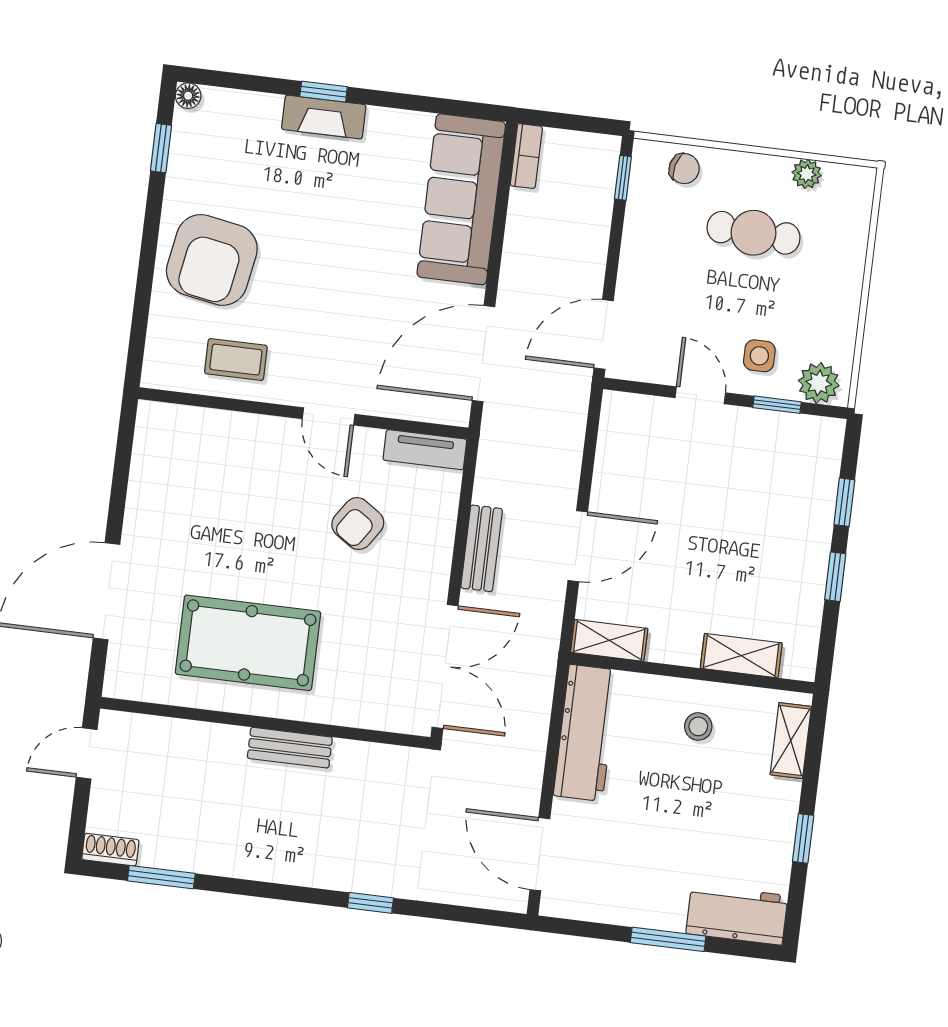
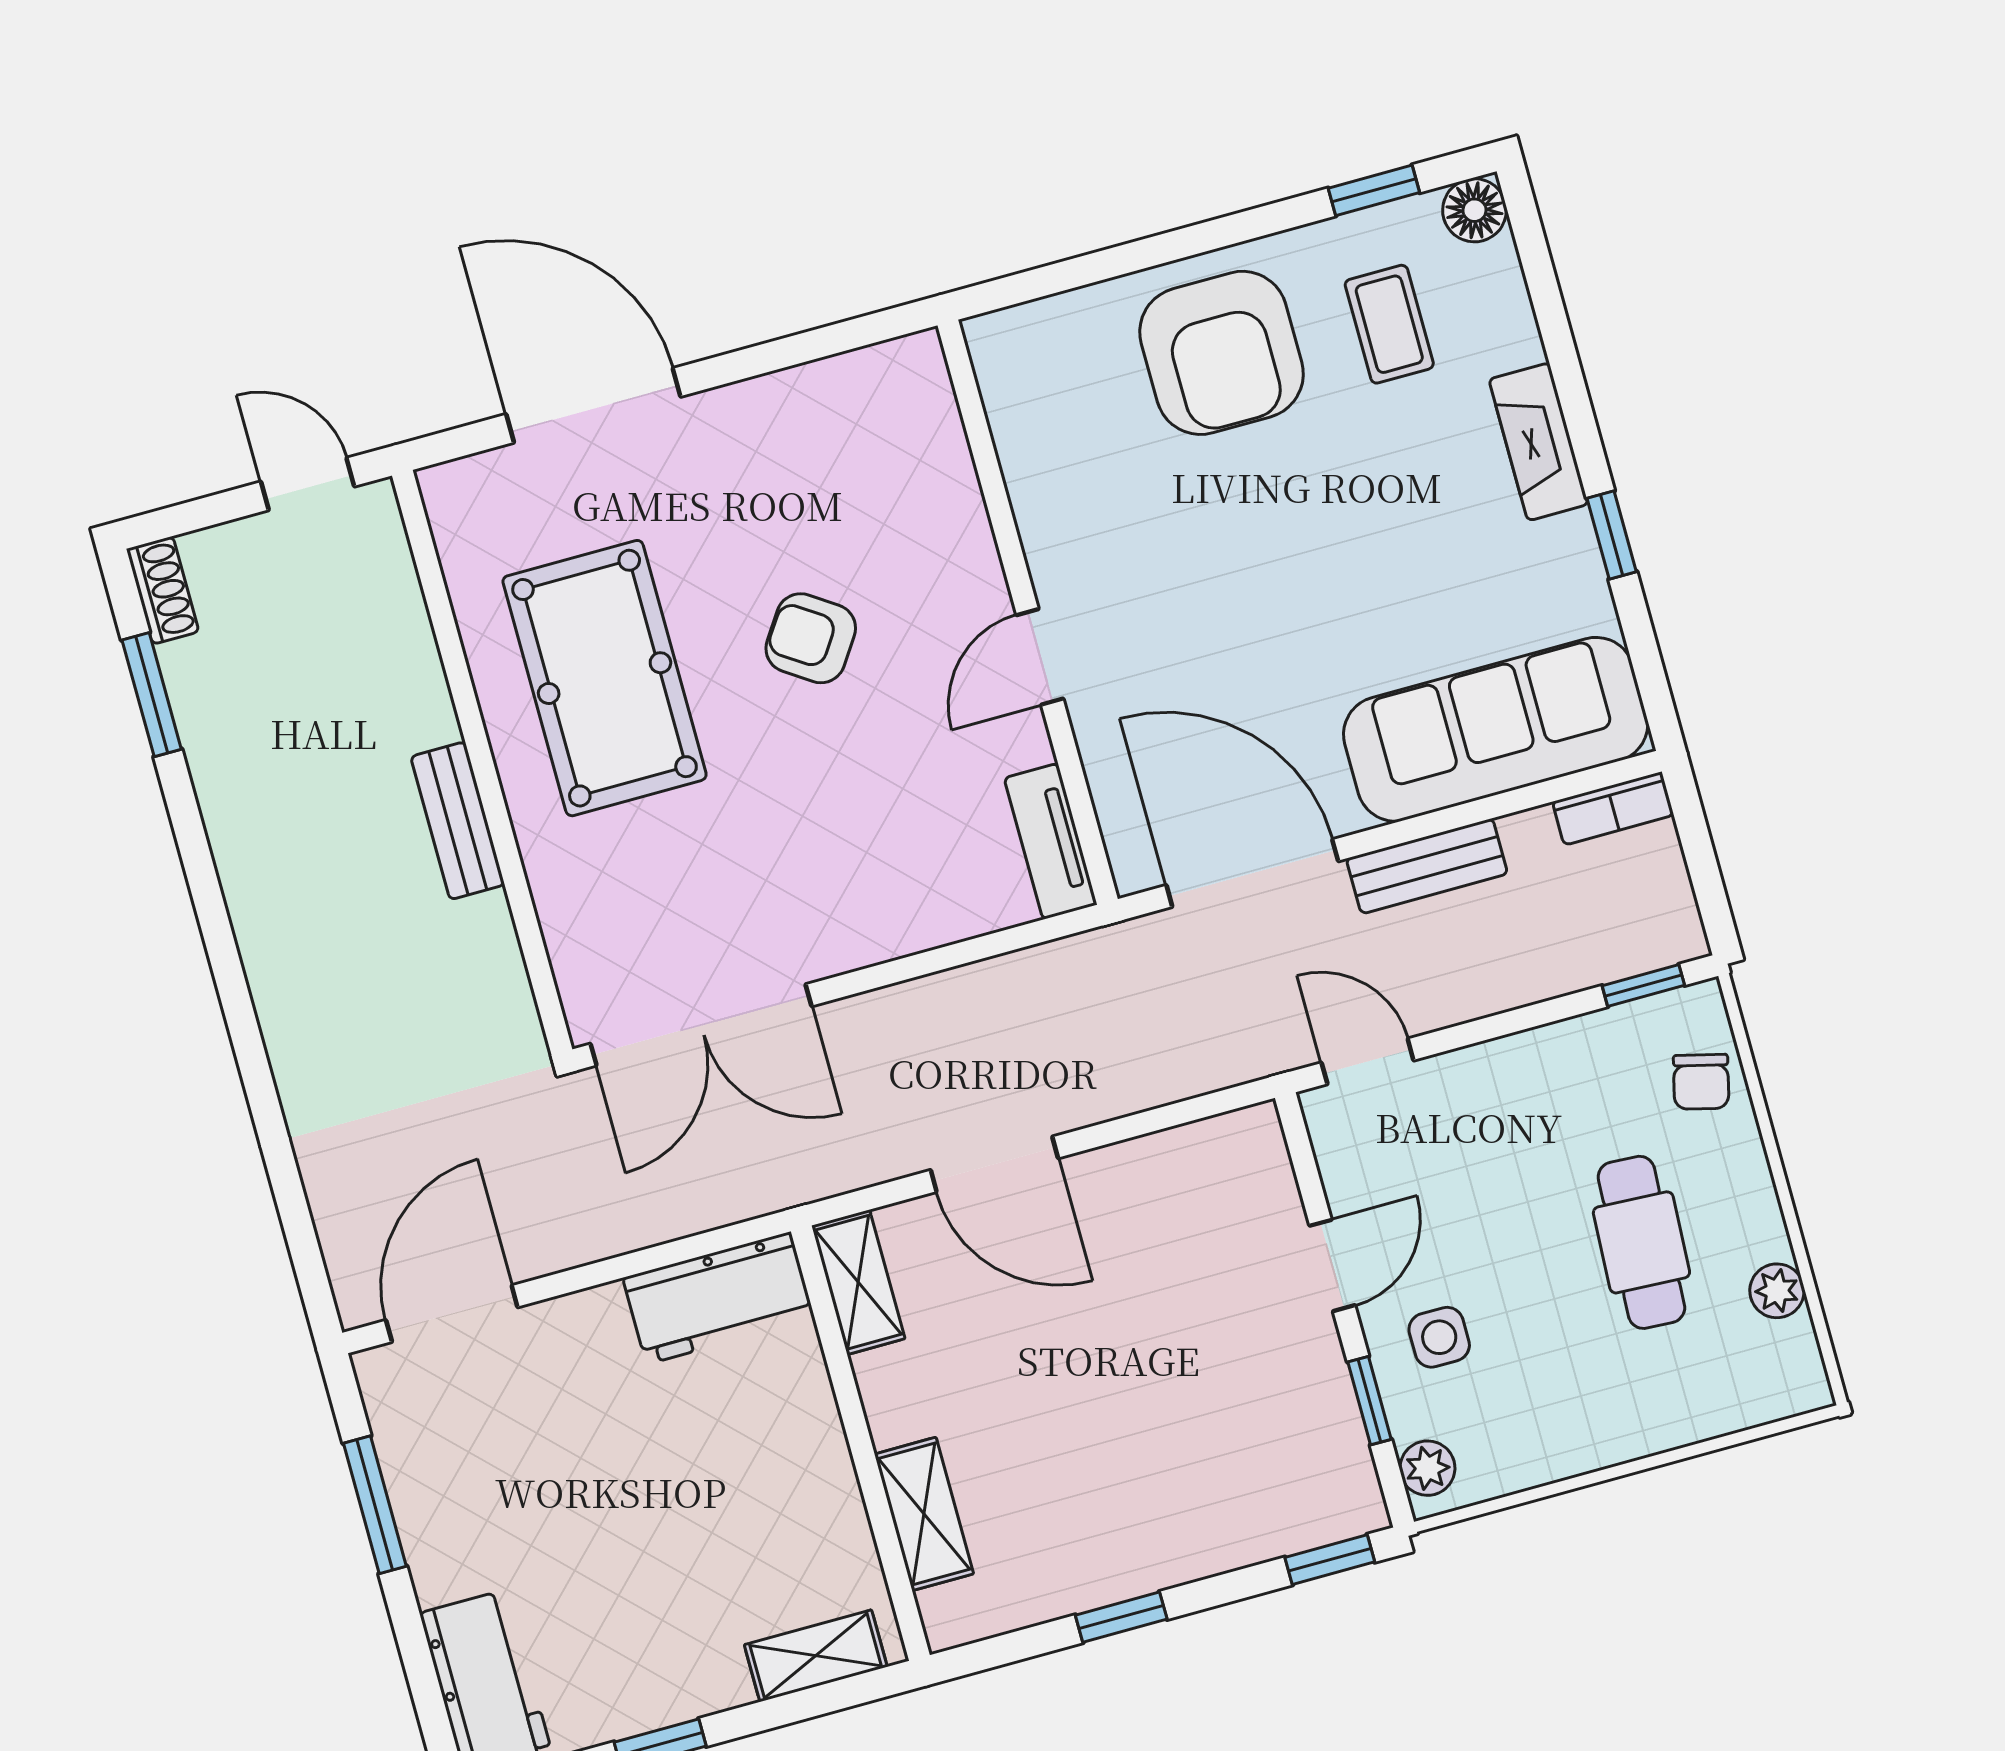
window: (324, 92) -> (1612, 535), moved
floor lamp: (188, 96) -> (1474, 210), width x1.37, depth x1.37
armchair: (212, 260) -> (1222, 353), turned -100
door: (604, 334) -> (1368, 1061), width x0.73
coffee table: (236, 360) -> (1389, 324), moved
plant: (819, 383) -> (1427, 1468), width x0.73, depth x0.73
window: (844, 502) -> (1330, 1560), moved
armchair: (358, 524) -> (811, 638), moved
bench: (482, 548) -> (1427, 866), moved
stool: (698, 726) -> (776, 1491), removed
workbench: (586, 733) -> (719, 1298), width x0.73
window: (370, 903) -> (253, 1063), removed
window: (668, 939) -> (375, 1505), moved

